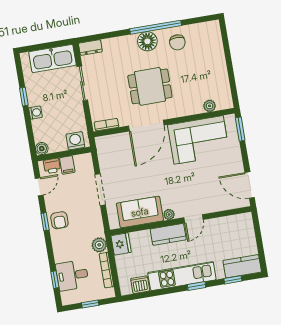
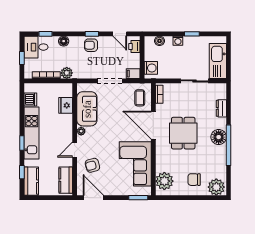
plant: (210, 34) -> (216, 187), added
chair: (177, 42) -> (194, 180), moved
dresser: (90, 47) -> (221, 108), moved
plant: (210, 106) -> (164, 181), width x1.88, depth x1.88
coffee table: (115, 148) -> (140, 98), added
boiler: (42, 149) -> (159, 41), moved
filing cabinet: (67, 165) -> (133, 74), moved
door: (250, 185) -> (93, 198), hinge flipped
armchair: (209, 193) -> (92, 165), added
door: (193, 219) -> (75, 150), hinge flipped
kitchen counter: (168, 234) -> (66, 180), moved
fridge: (121, 244) -> (66, 105), moved, turned 90
floor lamp: (60, 255) -> (64, 41), added
desk: (72, 275) -> (36, 47), moved, turned -90

